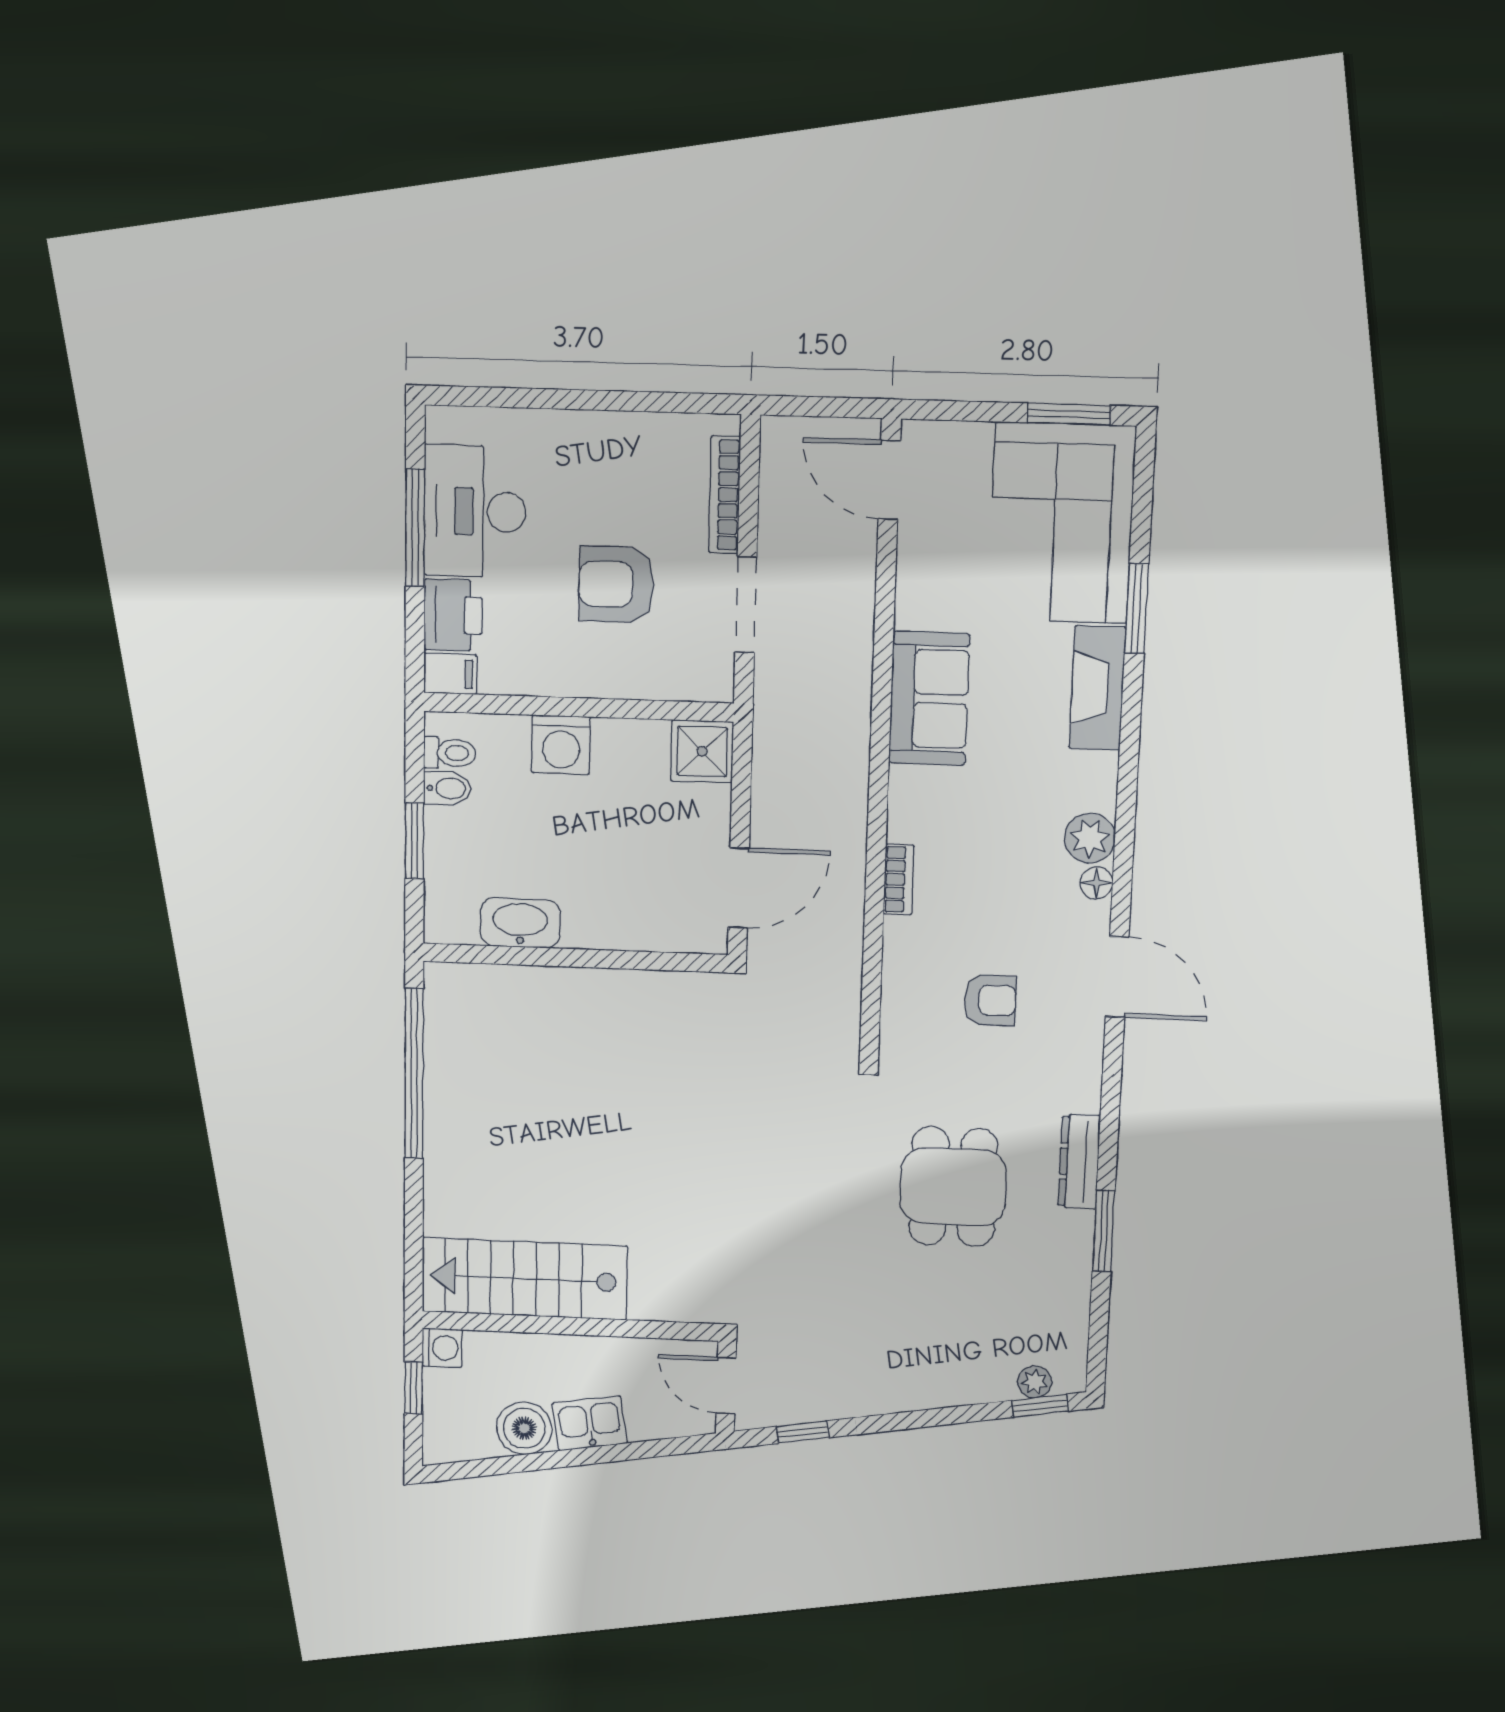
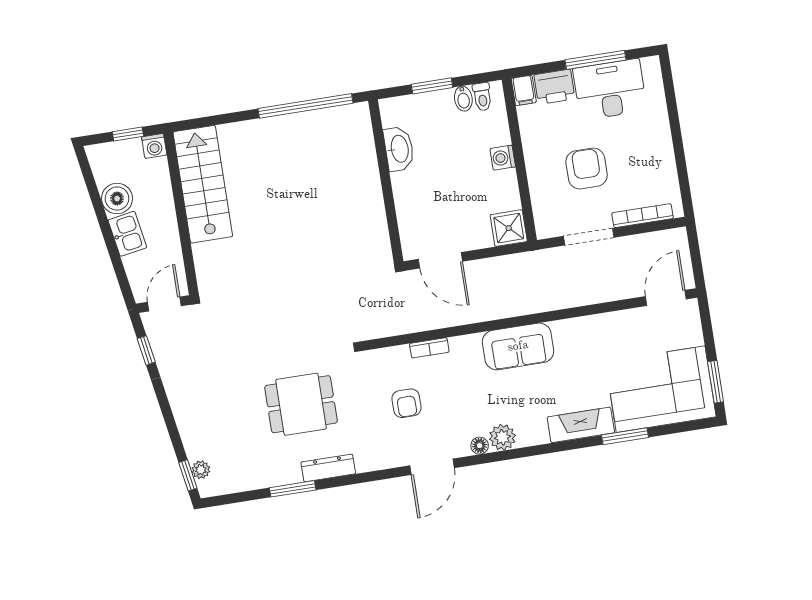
sofa: (929, 698) -> (518, 346), moved
washing machine: (561, 745) -> (503, 158), width x0.73, depth x0.73
bookcase: (899, 879) -> (429, 348), moved

